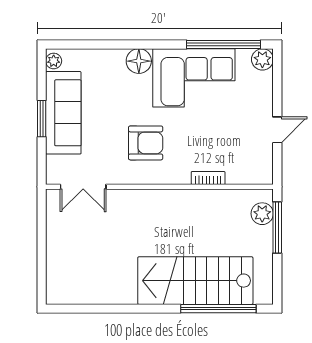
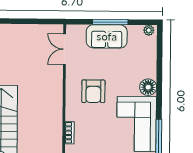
sofa: (63, 113) -> (107, 36), width x0.73
window: (42, 119) -> (110, 22), width x1.44

